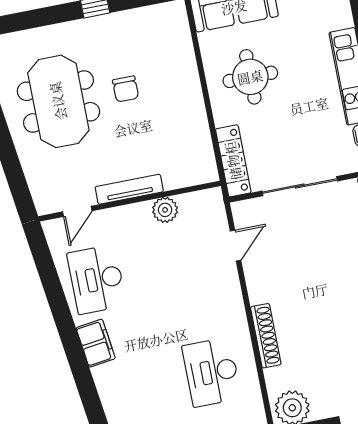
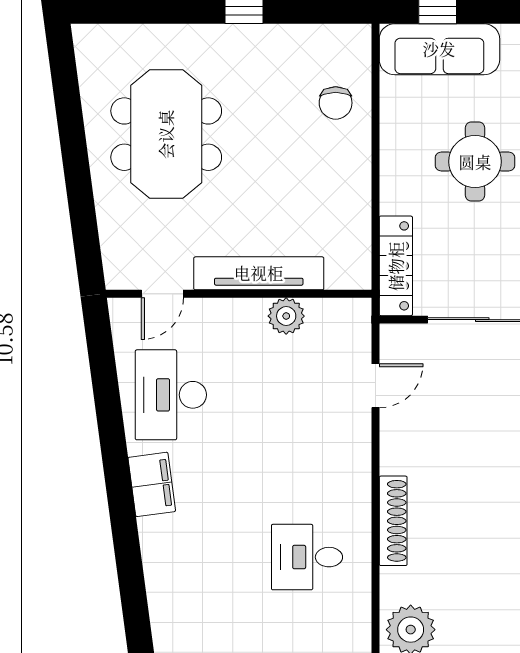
round table: (250, 77) -> (475, 162), moved
chair: (126, 89) -> (336, 103), moved
tv unit: (129, 189) -> (259, 273), width x1.36, depth x1.29
desk: (212, 372) -> (307, 557), width x0.73

